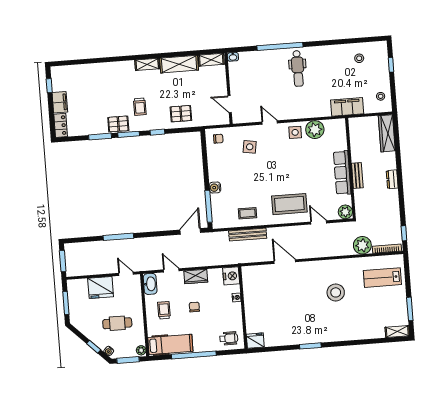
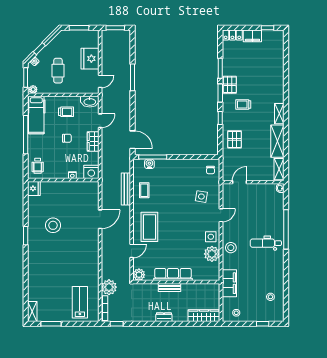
stool: (306, 108) -> (231, 248), added
water cooler: (215, 188) -> (149, 164), moved
stool: (336, 292) -> (53, 225), moved

